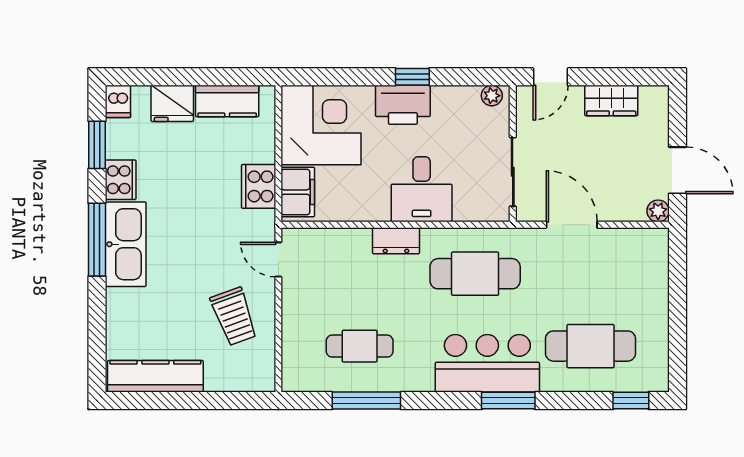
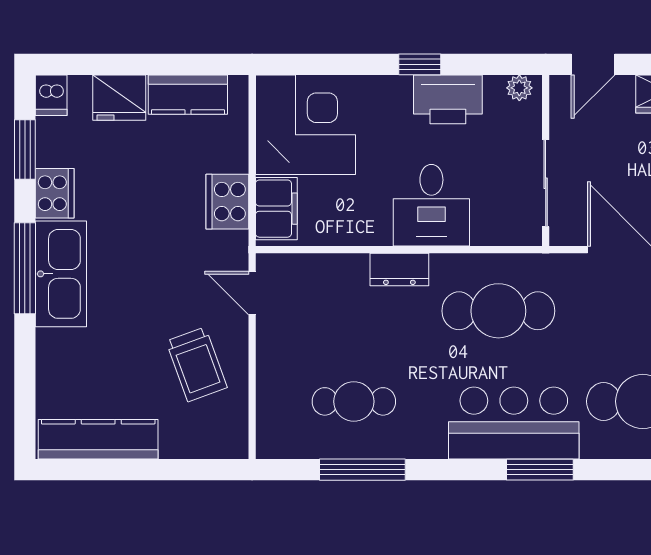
printer: (403, 105) -> (448, 99), moved

